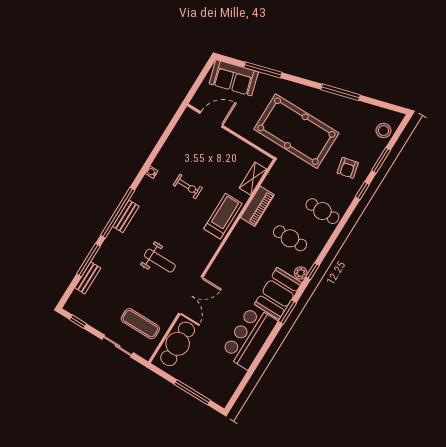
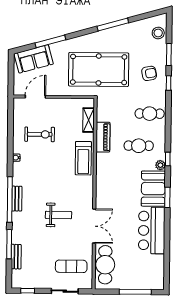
armchair: (348, 168) -> (149, 73), turned -88
exercise bike: (188, 186) -> (40, 134), moved, width x1.38, depth x1.39
treadmill: (223, 216) -> (83, 158), turned 180

